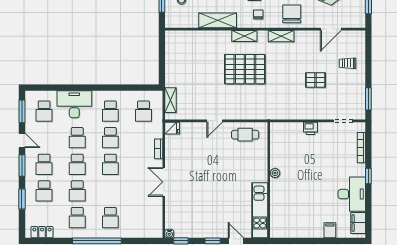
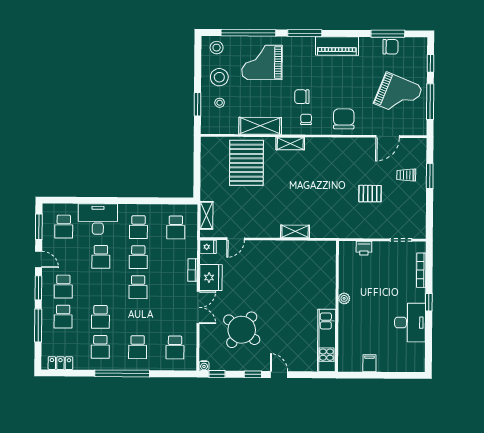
shelving: (281, 36) -> (295, 231), moved
pallet: (245, 69) -> (246, 163), moved, turned 90
window: (368, 99) -> (430, 176), moved
door: (215, 121) -> (236, 239), moved
cafe table: (245, 135) -> (290, 255), removed
fridge: (175, 155) -> (211, 278), added
school desk: (77, 164) -> (175, 347), moved
plant: (275, 173) -> (344, 298), moved
wall: (269, 180) -> (337, 306), moved
double door: (164, 182) -> (198, 307), swing flipped
window: (22, 199) -> (38, 325), width x1.44
round table: (203, 201) -> (242, 330), added
kitchen unit: (260, 210) -> (327, 340), moved
filing cabinet: (358, 223) -> (417, 355), removed
filing cabinet: (330, 230) -> (369, 363), moved

